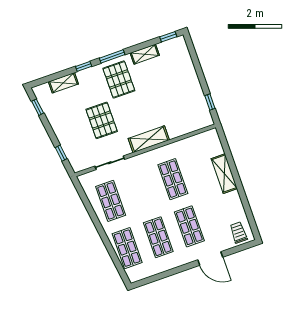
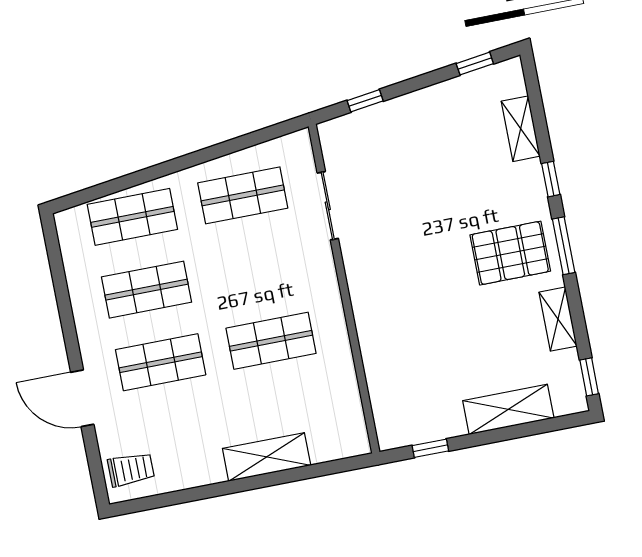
pallet: (102, 120) -> (425, 201), removed
shelving: (149, 139) -> (508, 409), moved, turned 90
door: (210, 259) -> (82, 398), hinge flipped

